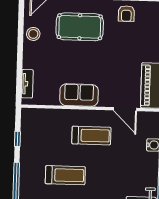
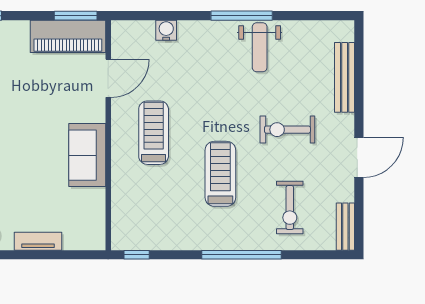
tv unit: (27, 84) -> (38, 241), moved
window: (17, 139) -> (137, 255), moved

